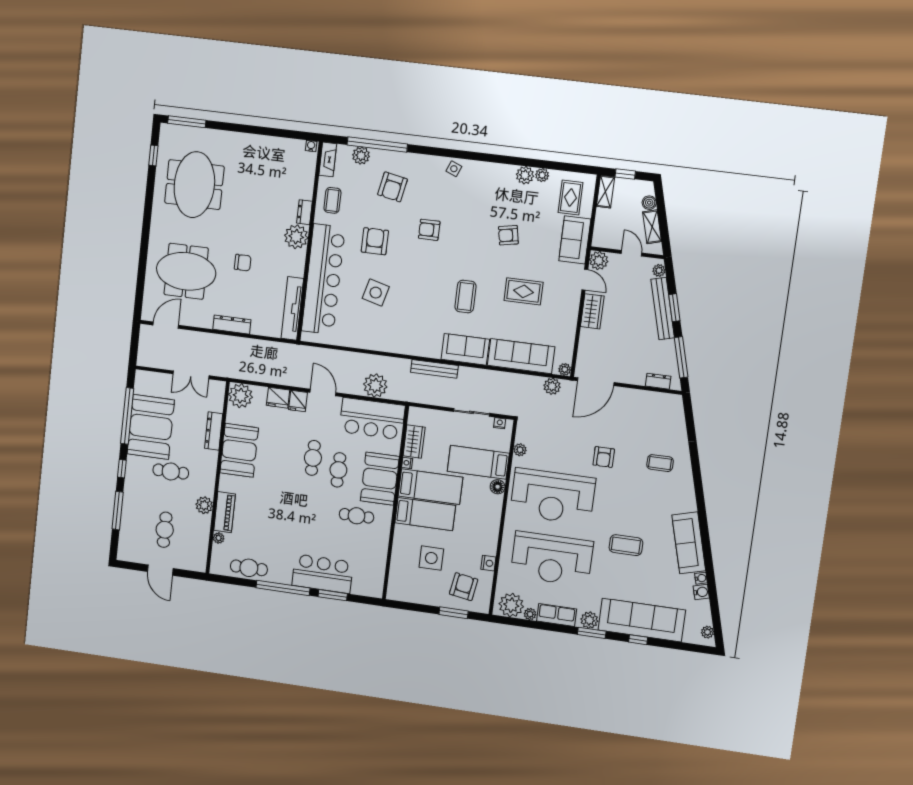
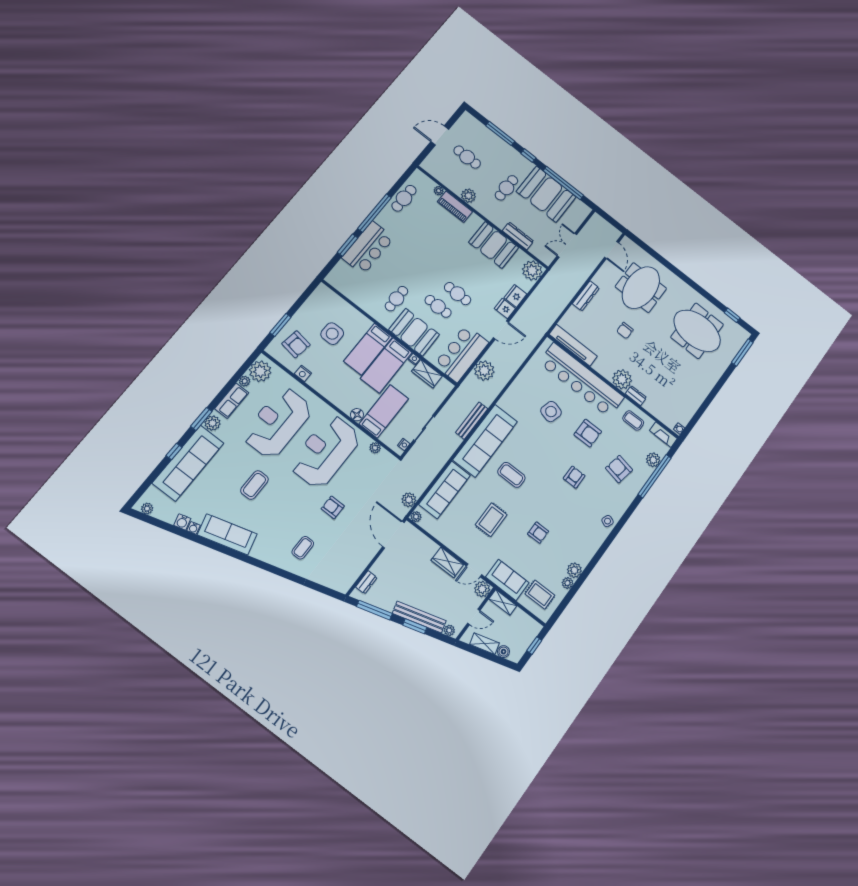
shelving: (605, 192) -> (503, 602), moved
armchair: (508, 235) -> (538, 533), turned 101
sofa: (465, 349) -> (485, 441), width x1.85, depth x1.27

